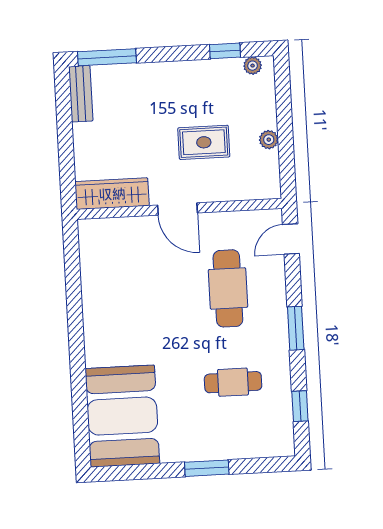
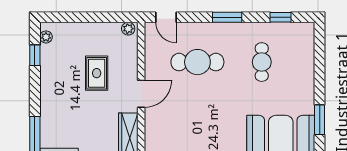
plant: (269, 140) -> (128, 29), moved
window: (207, 468) -> (320, 120), moved

